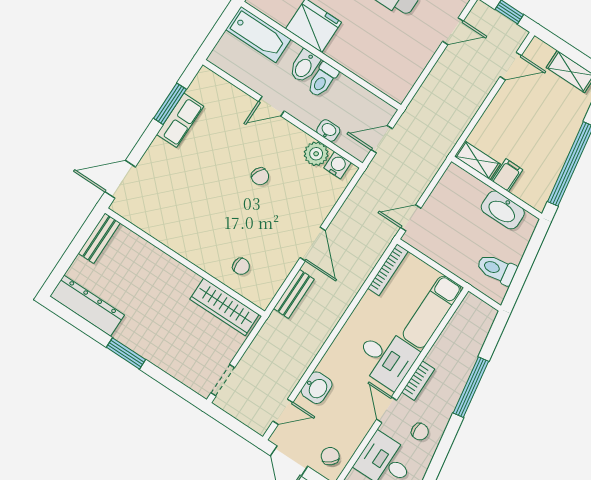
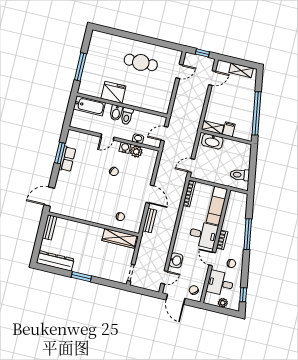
water cooler: (337, 165) -> (125, 148), moved
washbasin: (503, 210) -> (212, 141), moved

